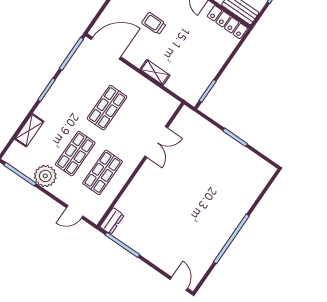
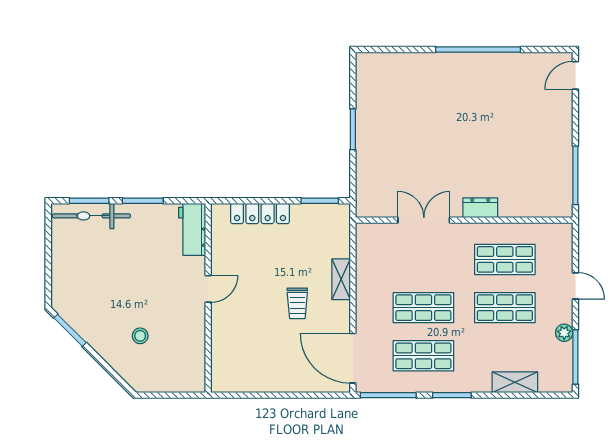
locker: (227, 22) -> (260, 213), moved, turned 90
trolley: (154, 23) -> (297, 303), moved
shop shelf: (80, 89) -> (423, 356), added
plant: (45, 176) -> (564, 333), width x0.53, depth x0.53
door: (75, 212) -> (575, 286), moved
dresser: (112, 221) -> (480, 208), moved

